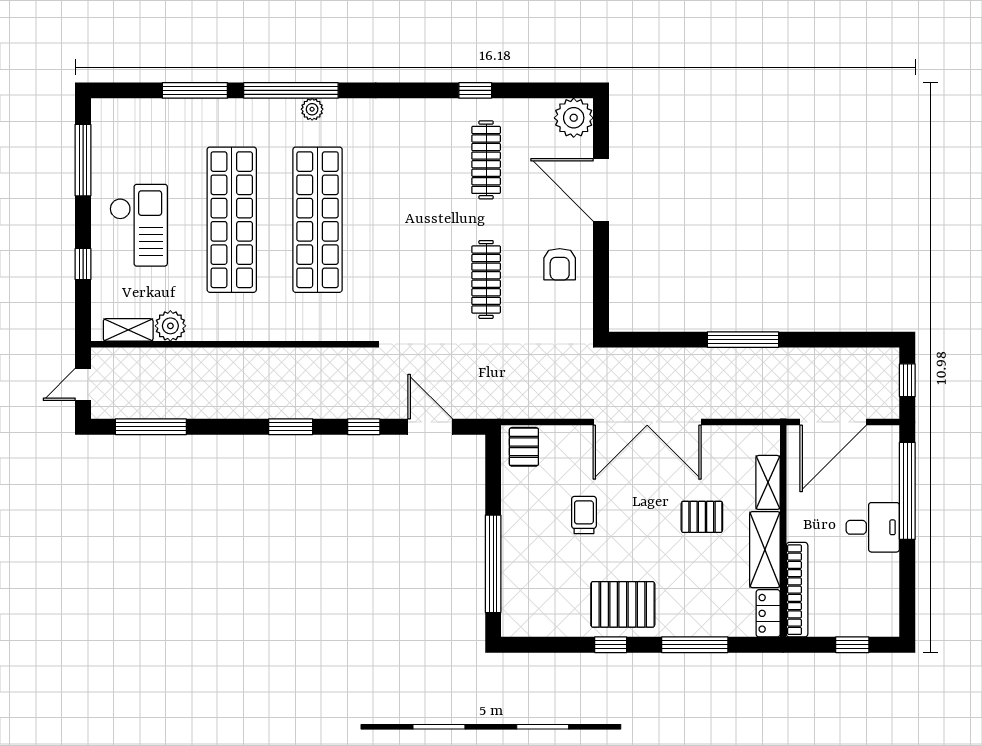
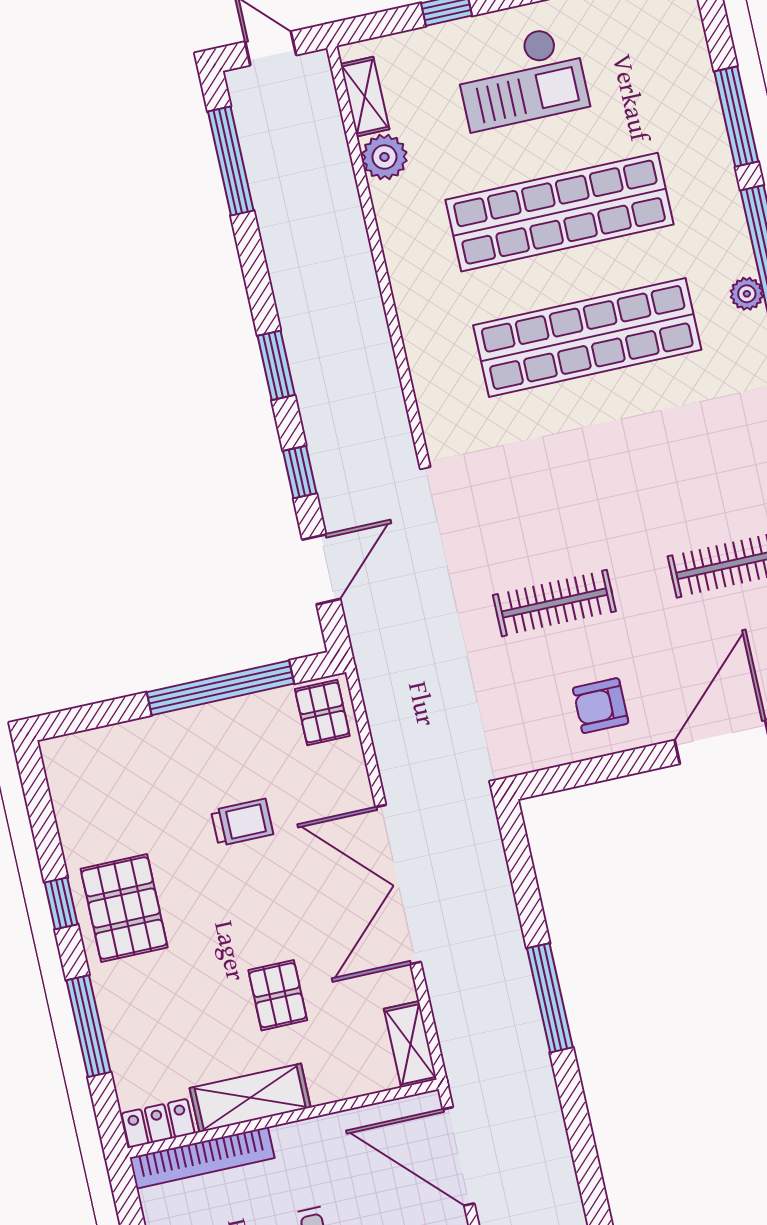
pallet: (524, 447) -> (322, 713), turned 90
shelving: (768, 482) -> (410, 1044), moved, turned 90
window: (493, 564) -> (220, 688), moved

